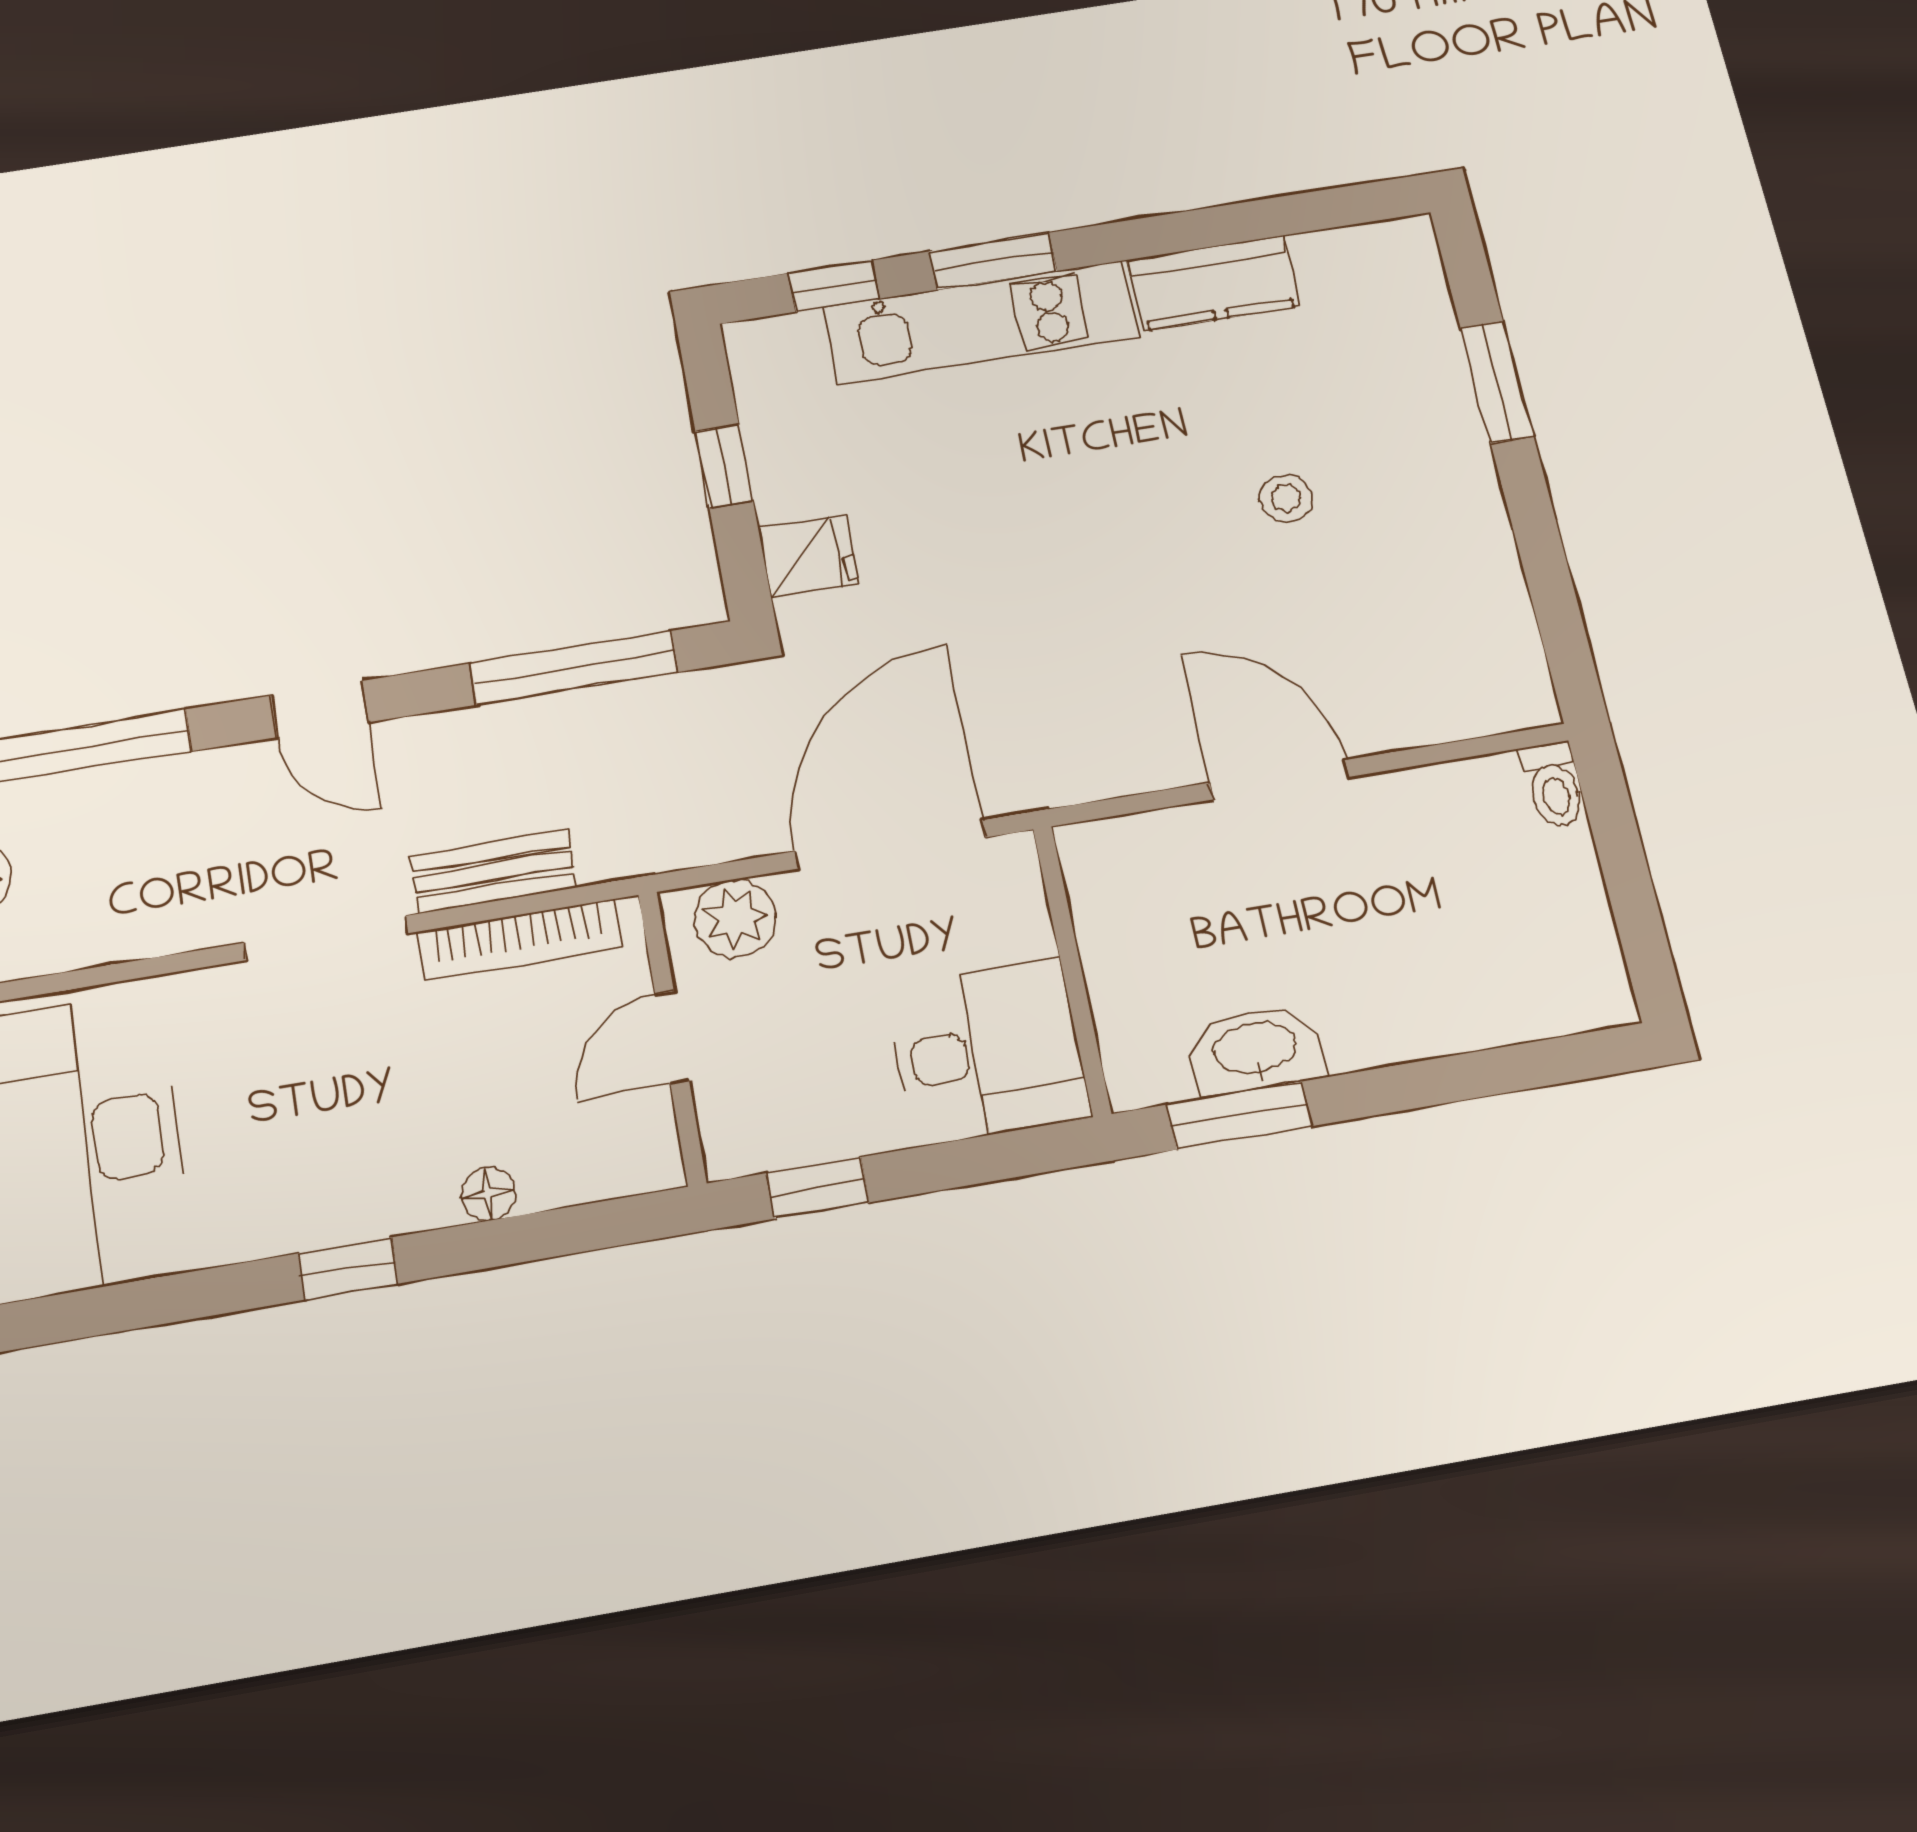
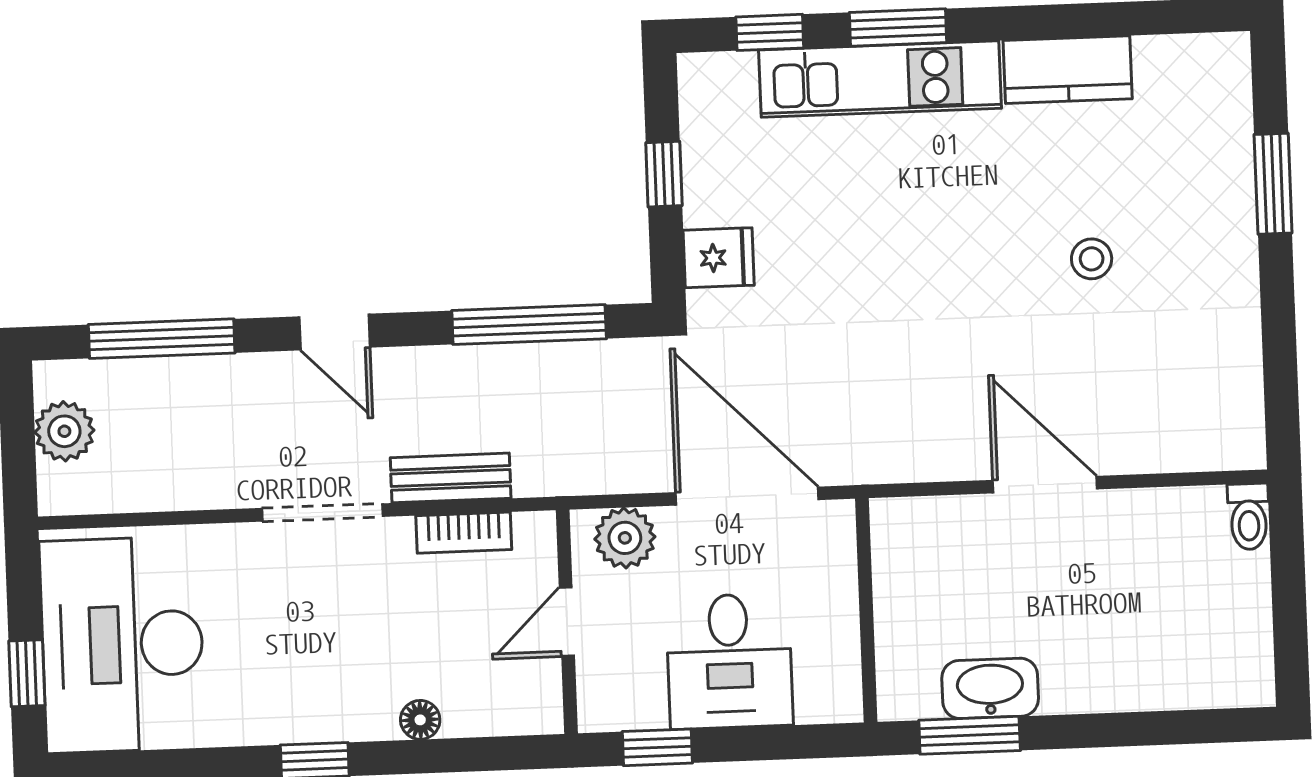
door: (890, 844) -> (747, 496), hinge flipped
bookcase: (519, 940) -> (464, 533), width x0.64
desk: (988, 1052) -> (729, 661), moved, turned 90

